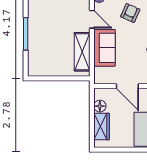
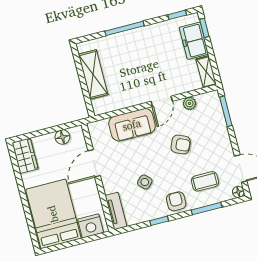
shelving: (82, 52) -> (93, 74), moved, turned 90
wardrobe: (101, 127) -> (25, 156), moved, turned -90

